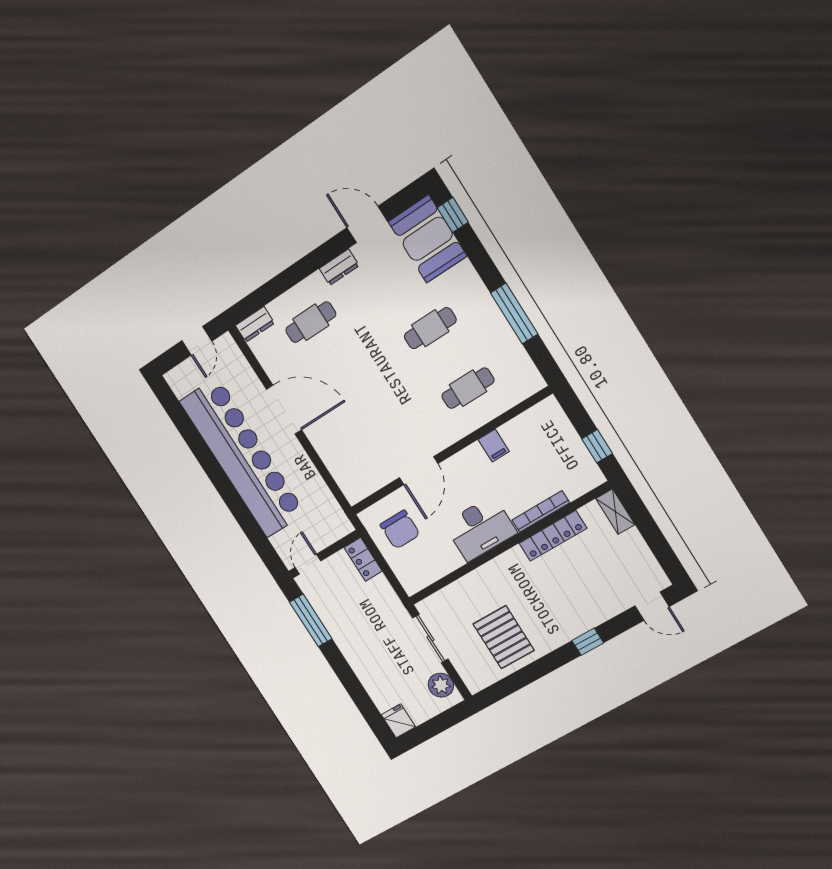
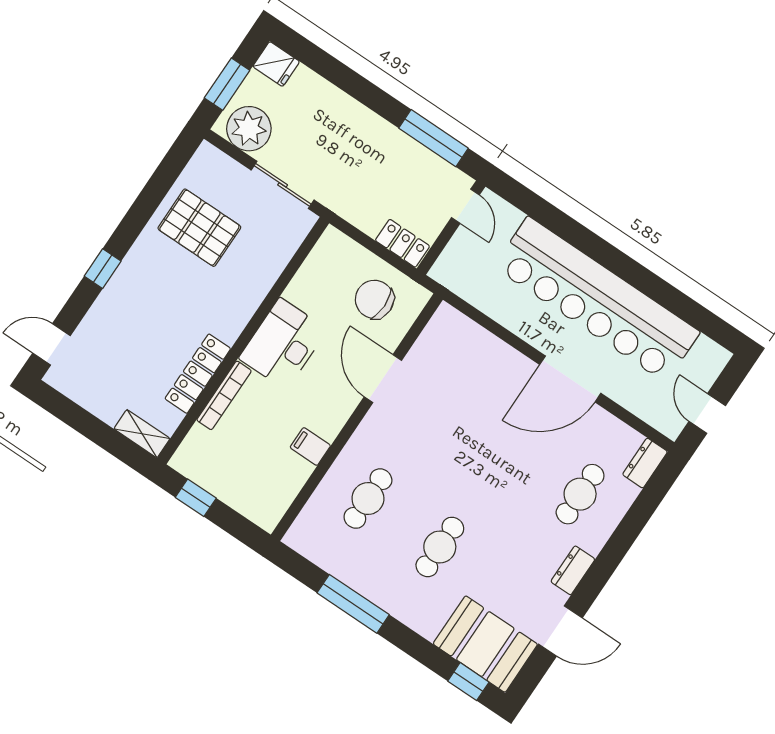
plant: (441, 685) -> (249, 129), width x1.36, depth x1.36
window: (439, 724) -> (227, 84), added

